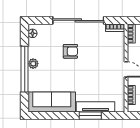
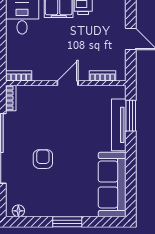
plant: (33, 64) -> (60, 210), removed
window: (25, 69) -> (67, 222), width x0.47
window: (90, 116) -> (131, 116), moved

